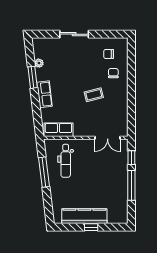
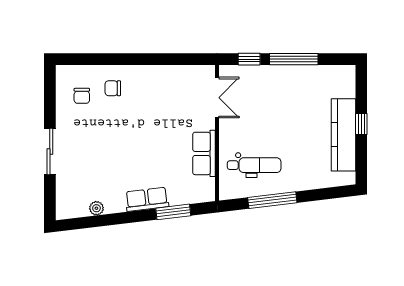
window: (33, 77) -> (173, 212), moved
coffee table: (94, 95) -> (148, 120), removed
row of seats: (58, 130) -> (204, 153), moved

